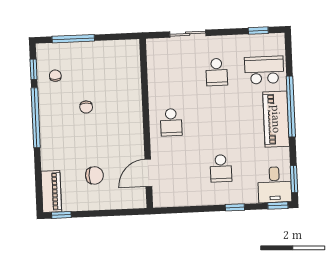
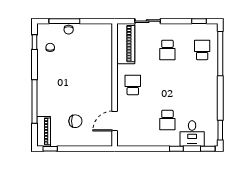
school desk: (264, 70) -> (202, 50), width x0.54
window: (291, 106) -> (220, 54), moved
chair: (86, 107) -> (69, 30), moved
window: (36, 118) -> (35, 101), moved
piano: (276, 119) -> (126, 44), moved, turned 180
school desk: (171, 122) -> (133, 85), turned 180
desk: (275, 185) -> (192, 134), moved

